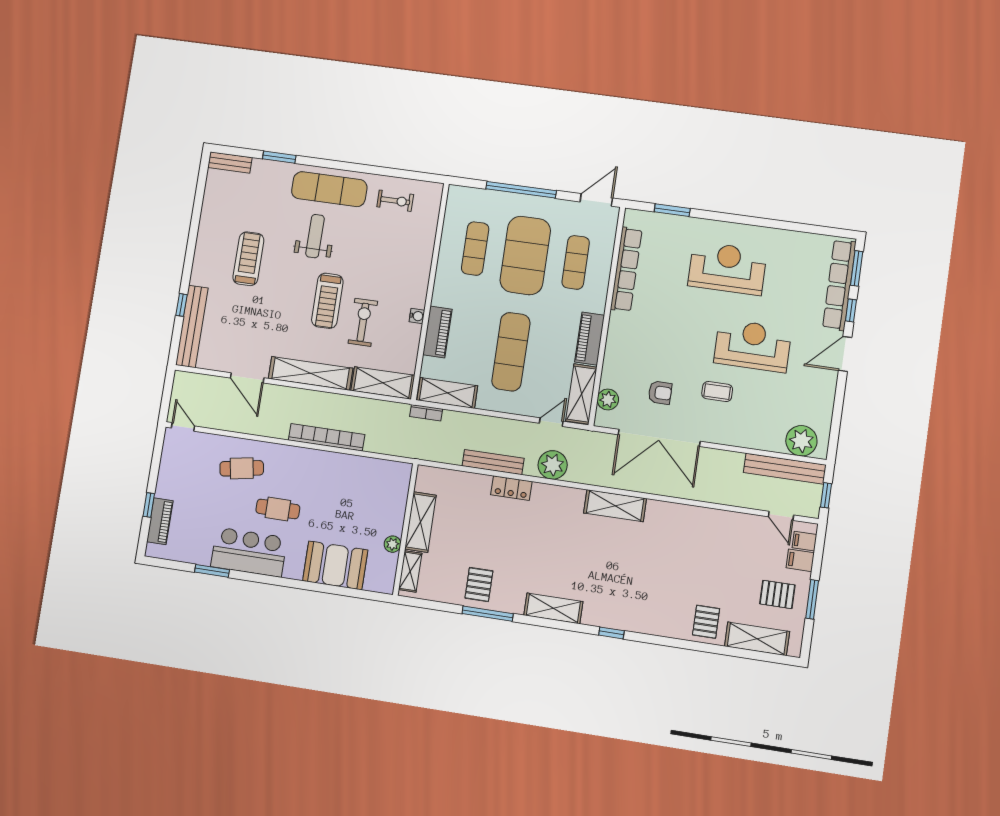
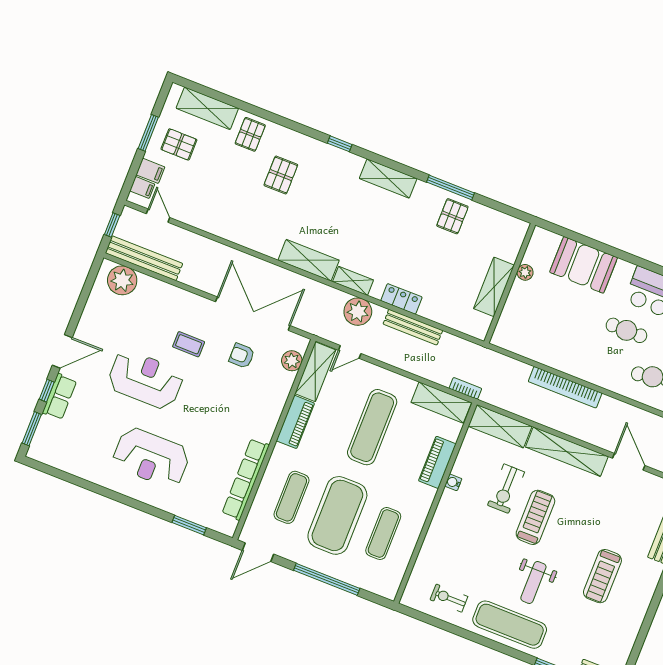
row of seats: (839, 285) -> (60, 397), width x0.50
reception desk: (753, 346) -> (145, 379), turned 180
shelving: (410, 571) -> (353, 281), moved, turned 90
pallet: (664, 587) -> (281, 175), added

